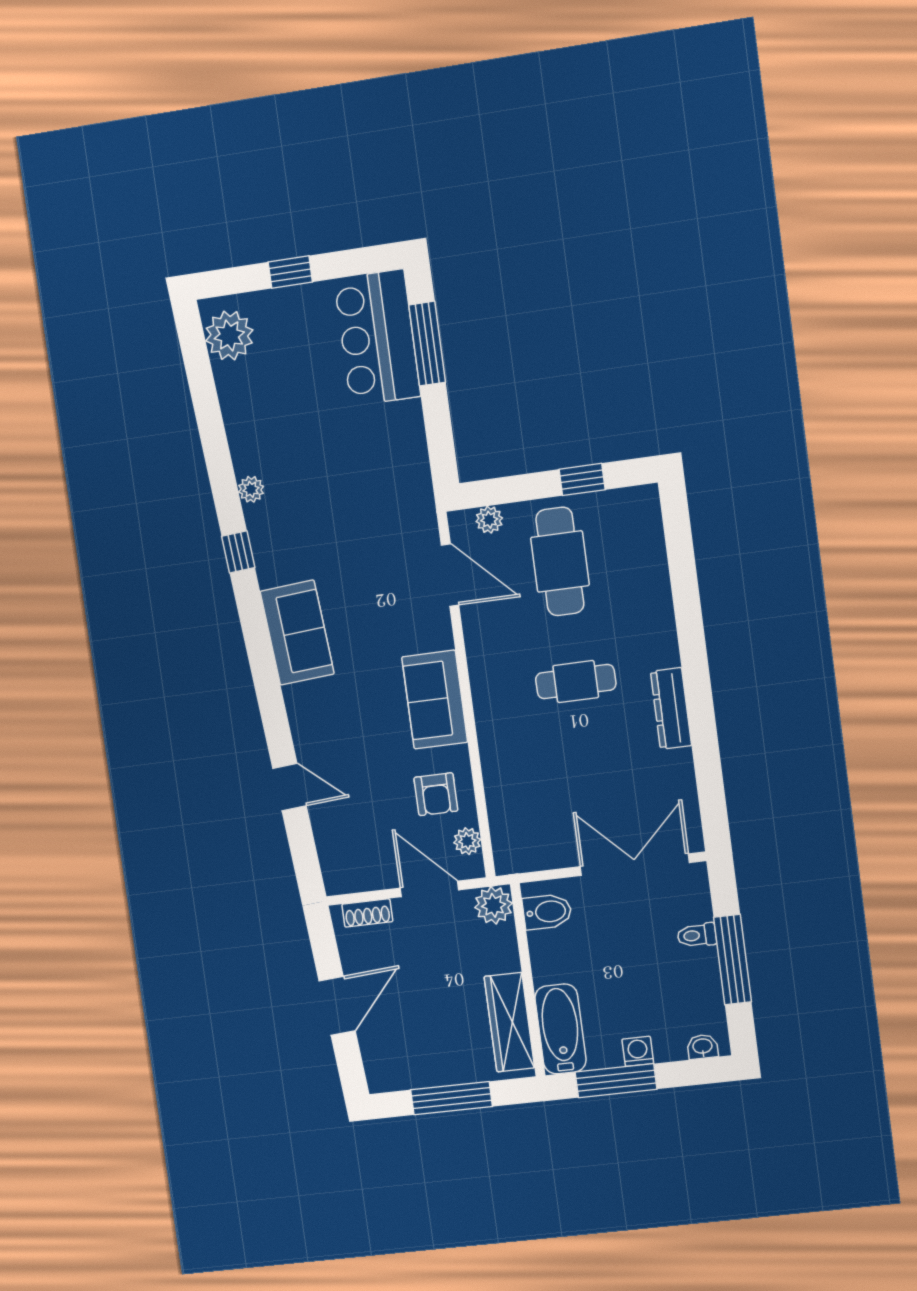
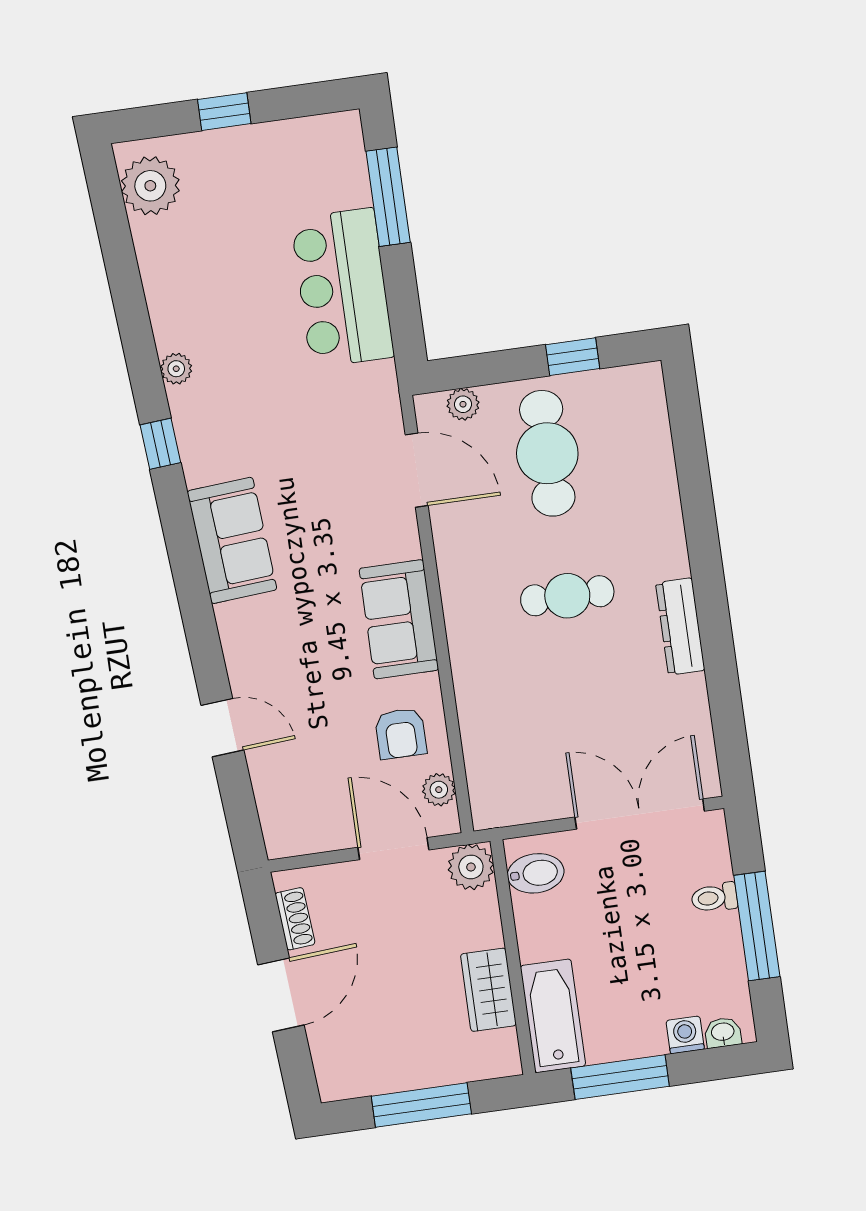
bar counter: (377, 338) -> (342, 288), moved
shoe rack: (367, 913) -> (295, 919), moved, turned -94
wardrobe: (509, 1022) -> (488, 990), width x0.67
washing machine: (638, 1051) -> (685, 1035), moved

